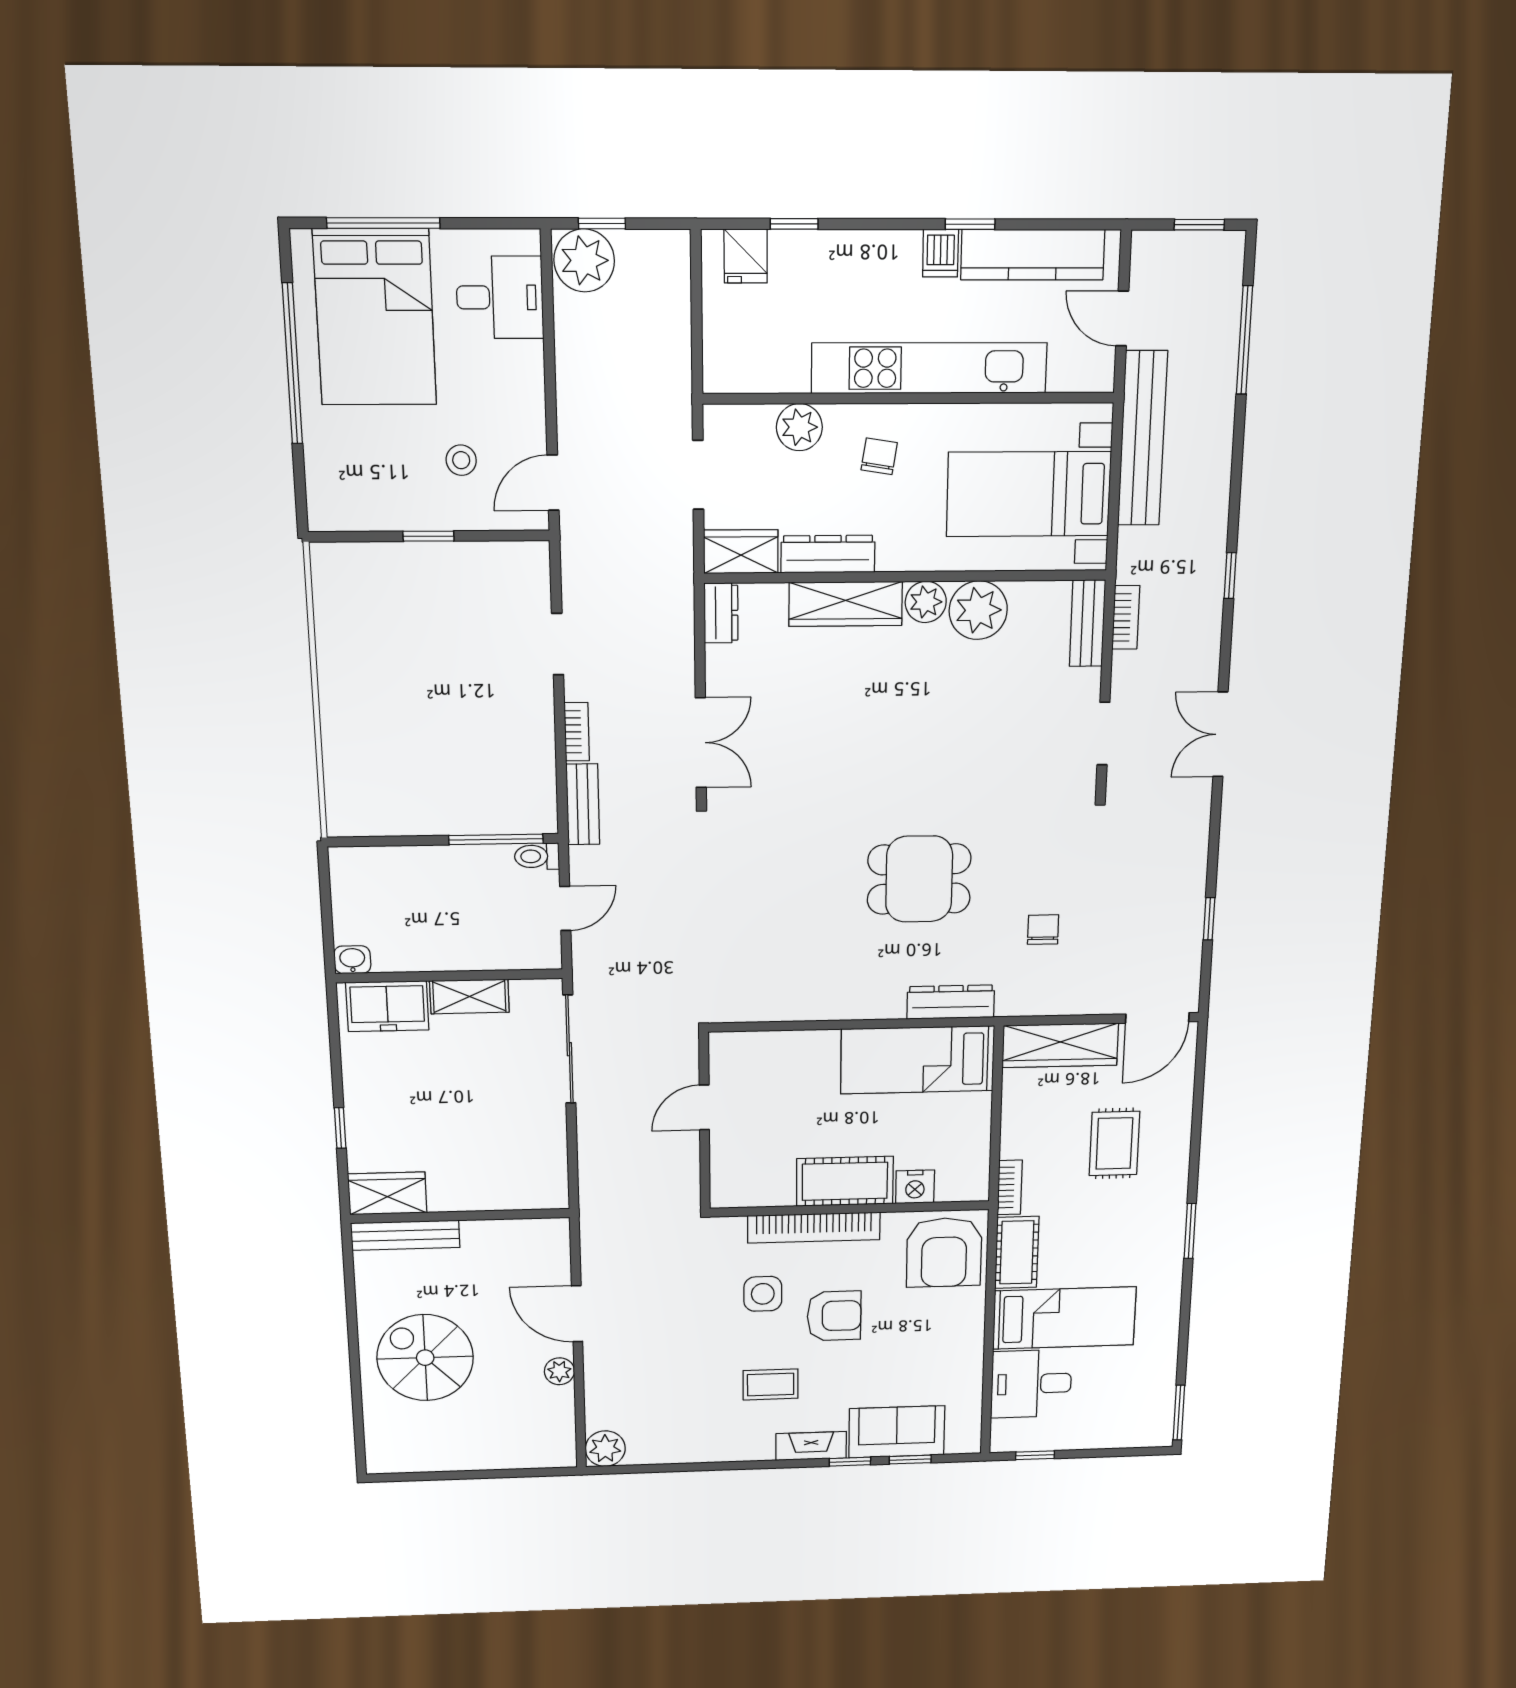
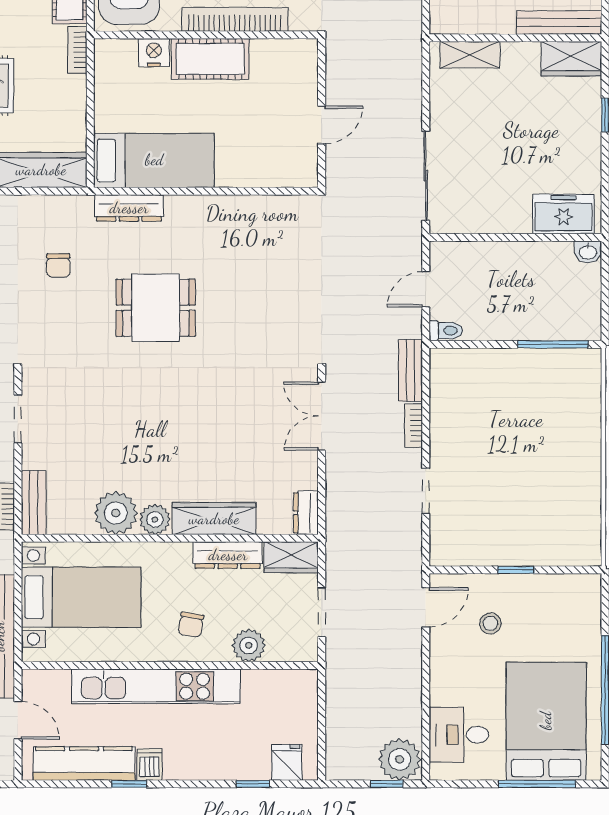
window: (496, 839) -> (553, 344), moved
shelving: (469, 996) -> (470, 55), moved

